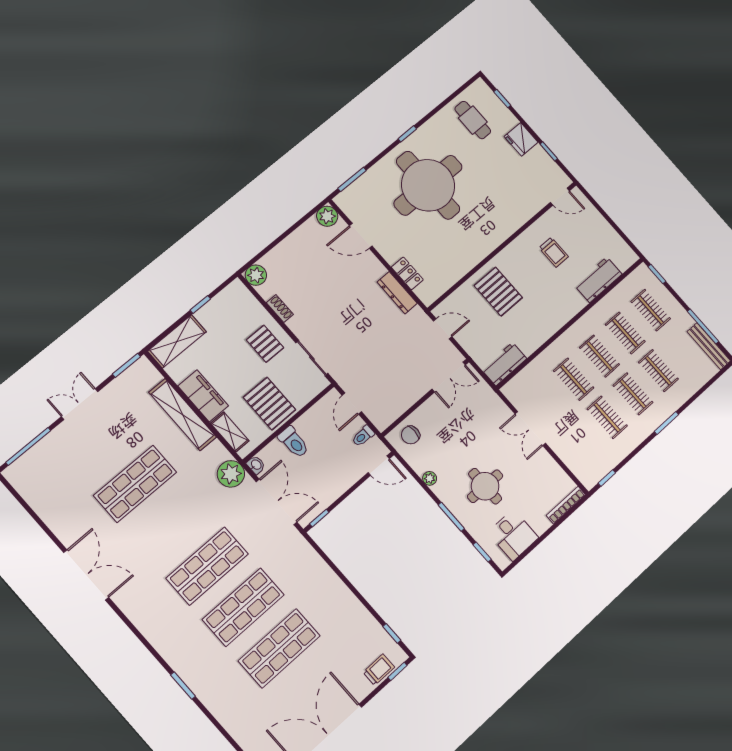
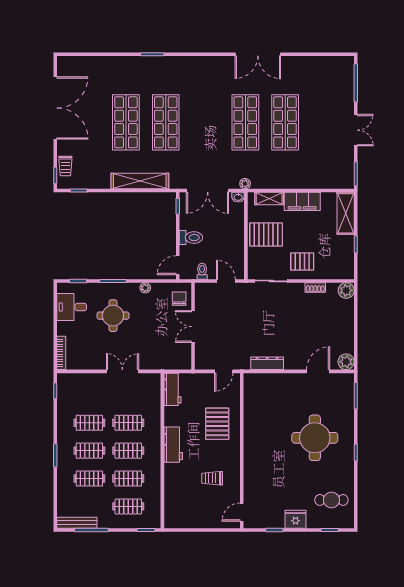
round table: (428, 185) -> (315, 438), width x0.73, depth x0.73
locker: (407, 273) -> (273, 379), removed
workbench: (598, 280) -> (173, 445), moved
pallet: (498, 292) -> (217, 424), turned 90
double door: (449, 377) -> (193, 327), moved
shelving: (183, 415) -> (140, 181), moved
toilet: (294, 442) -> (191, 238), moved, turned 180
plant: (231, 474) -> (245, 184), width x0.53, depth x0.53
shop shelf: (207, 566) -> (245, 122), moved

